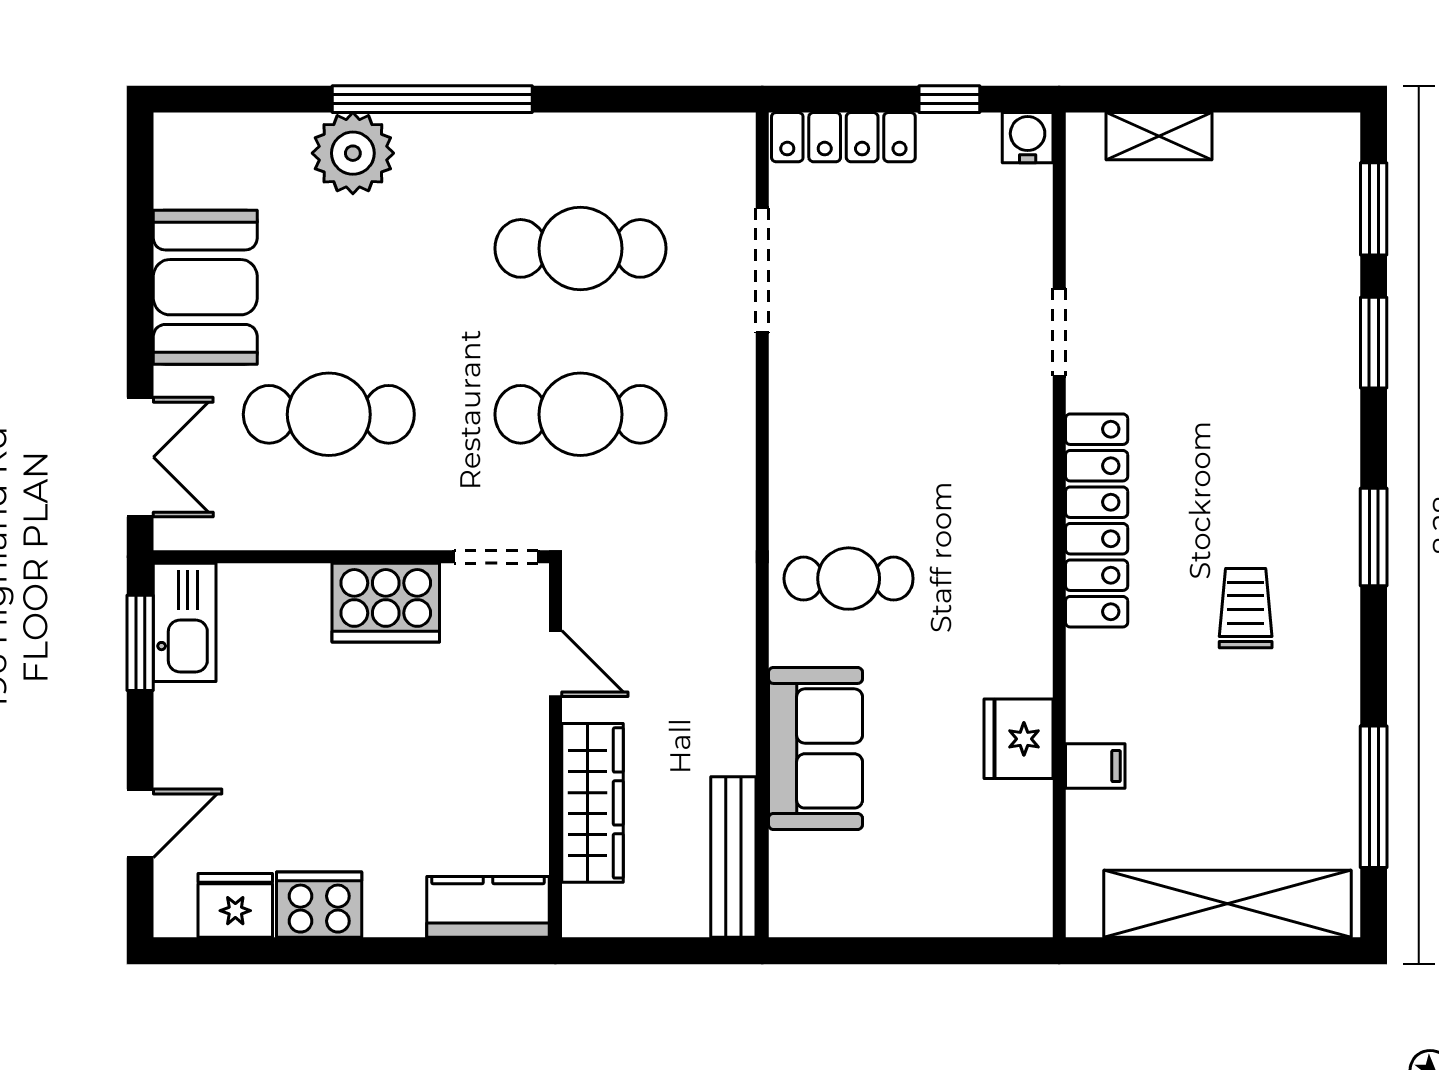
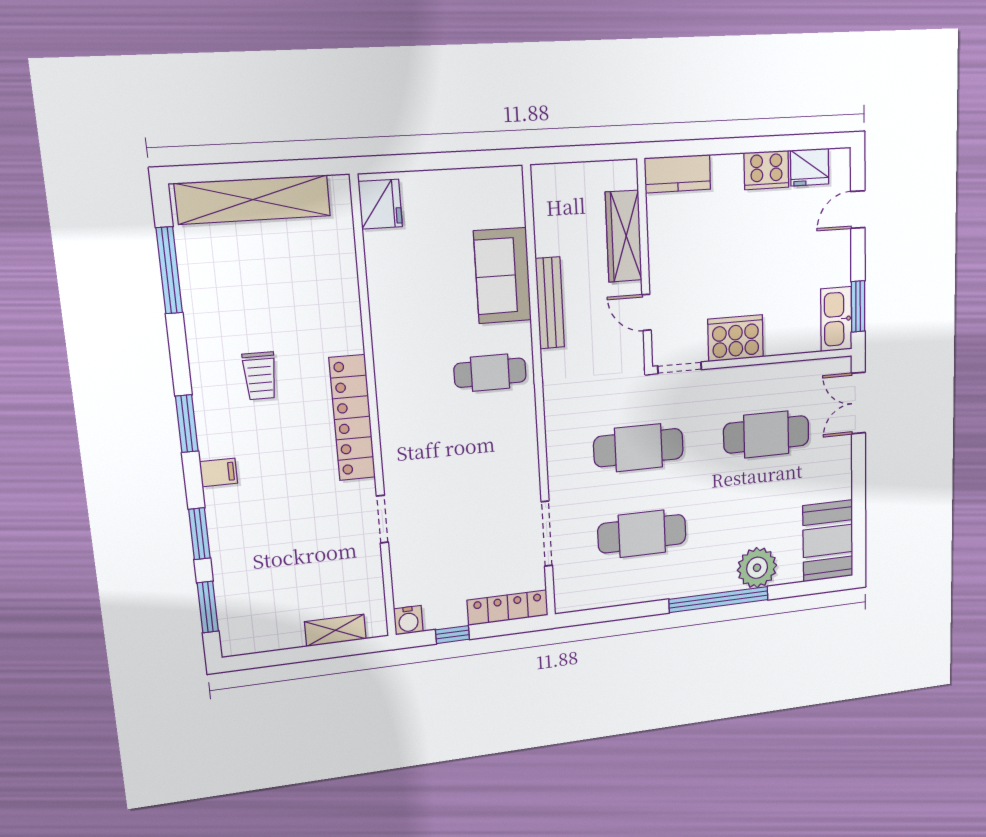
booth: (205, 287) -> (828, 541), moved
fridge: (1018, 739) -> (380, 204), moved
filing cabinet: (1095, 766) -> (219, 472), moved, turned 180
bench: (733, 857) -> (550, 303), moved

